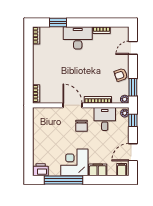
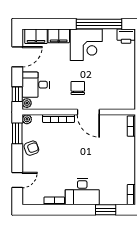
desk: (105, 119) -> (36, 85), moved, turned 90
filing cabinet: (122, 170) -> (36, 36), width x2.00

